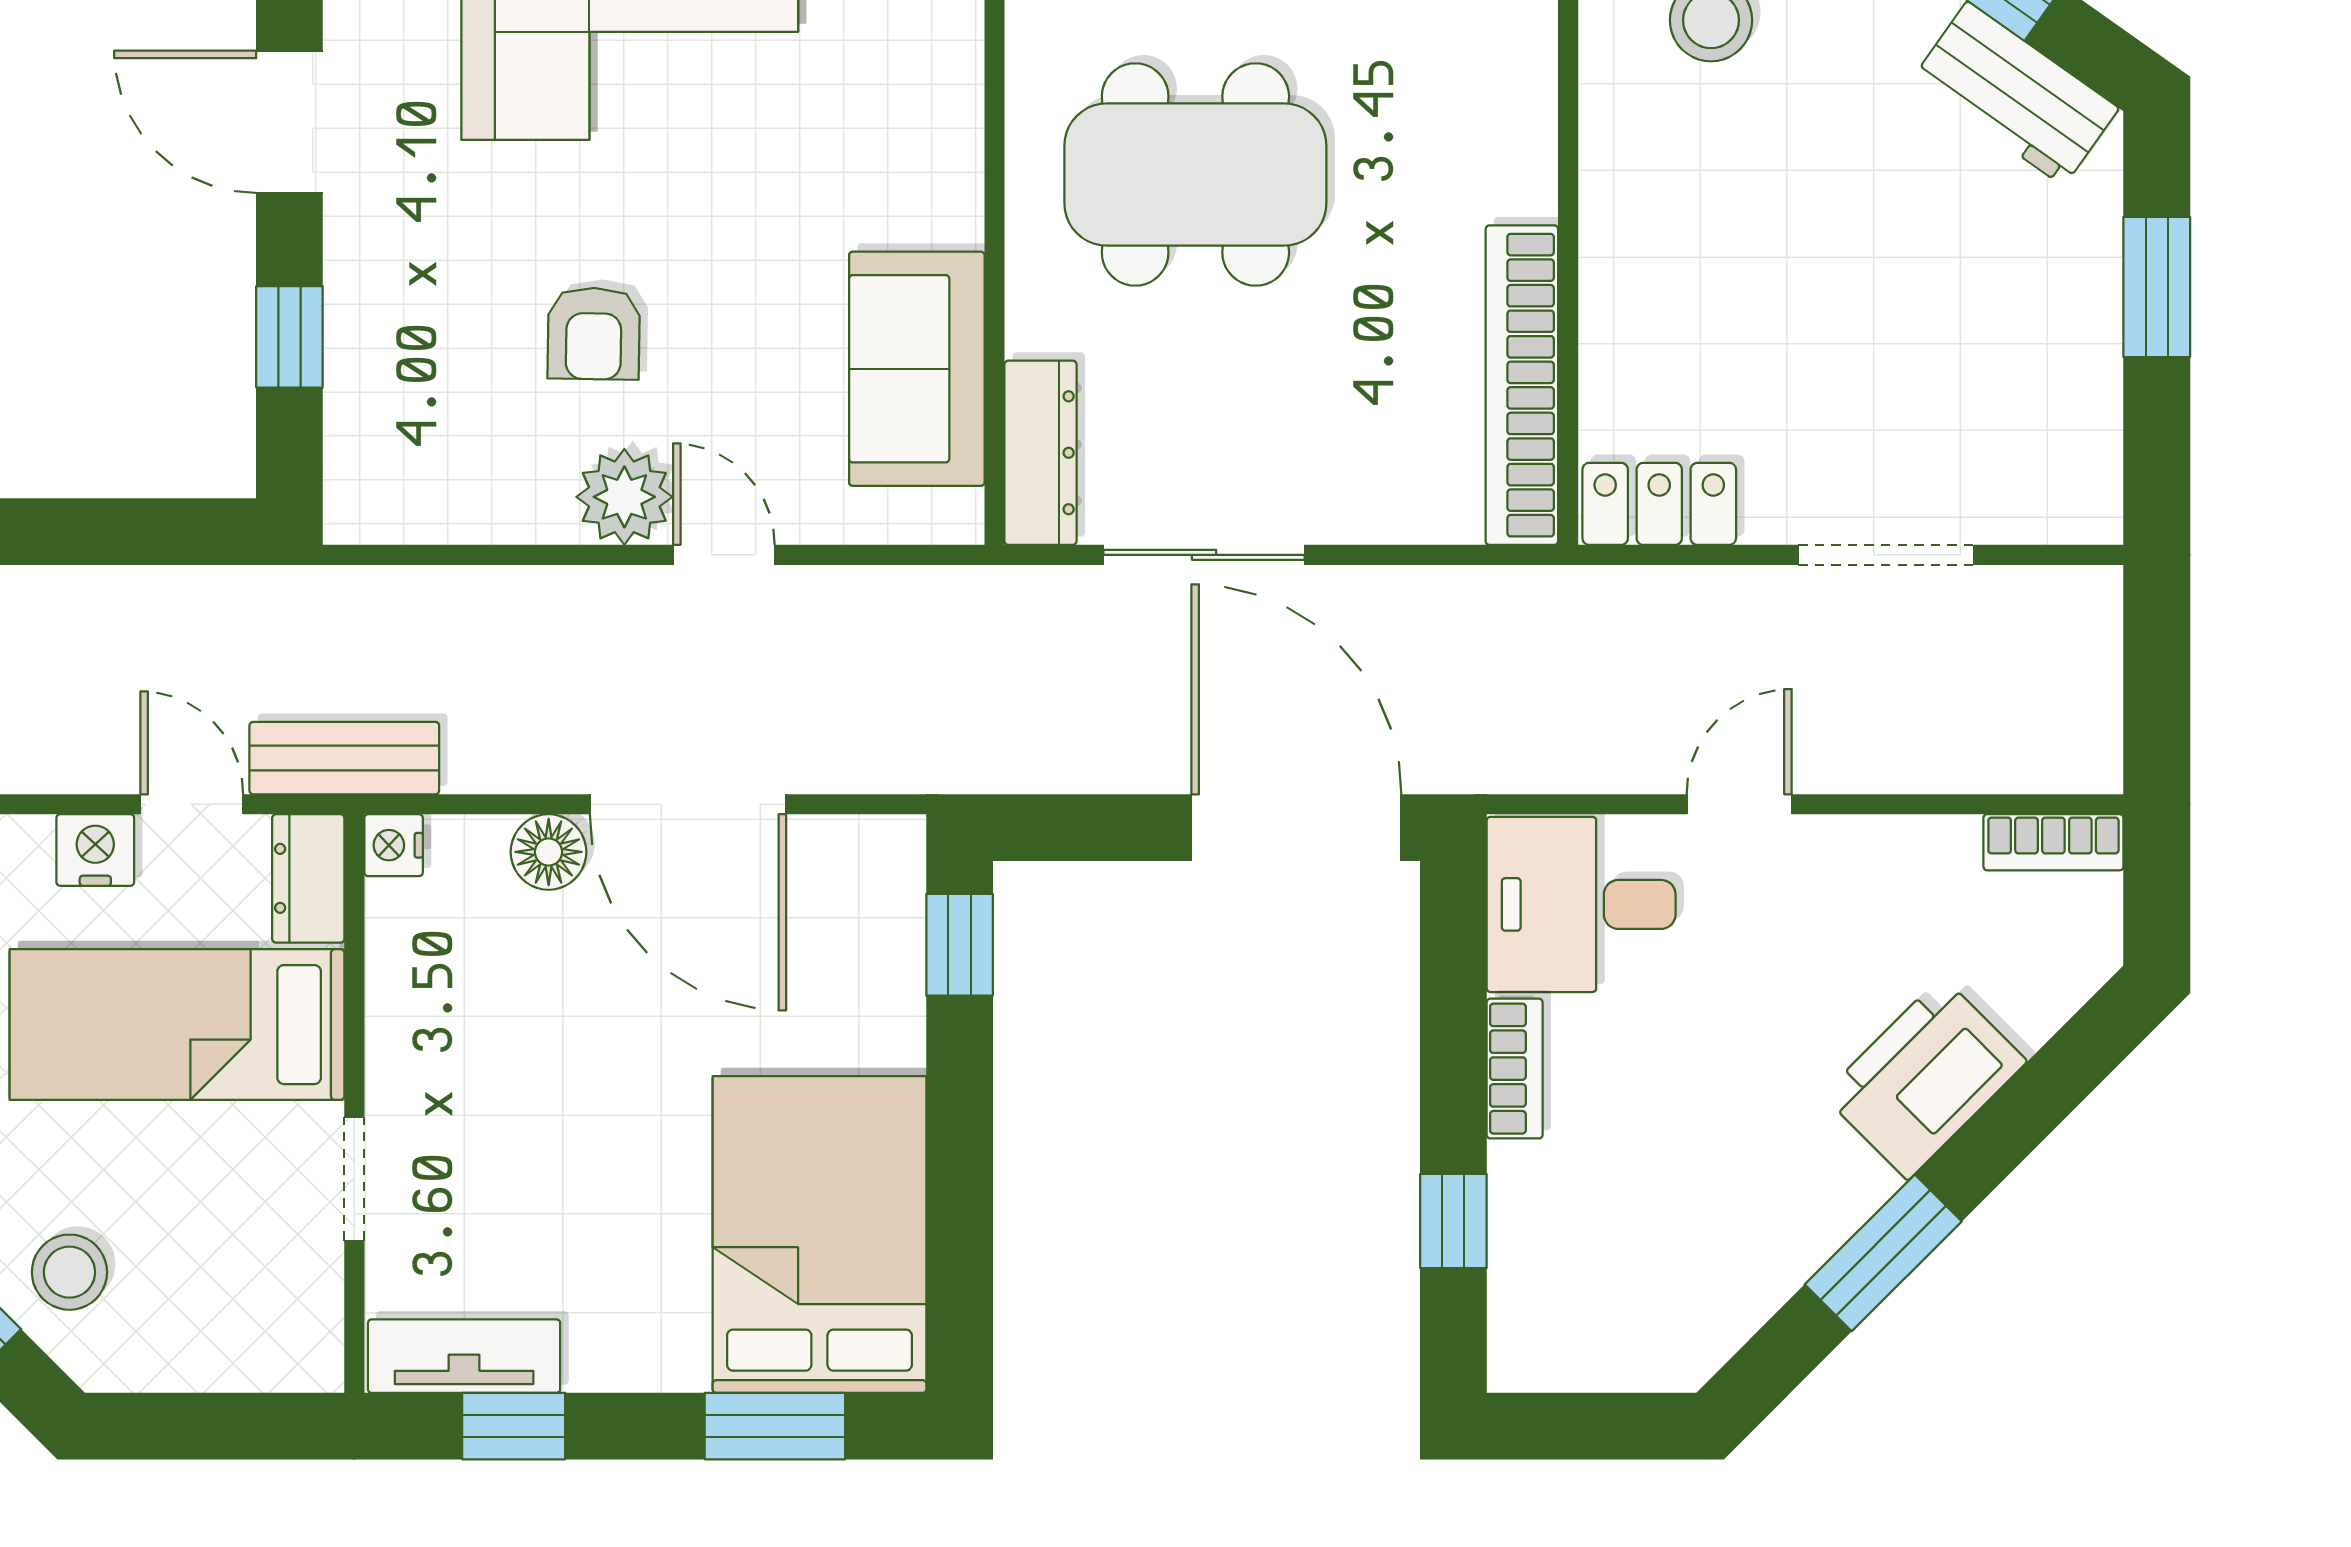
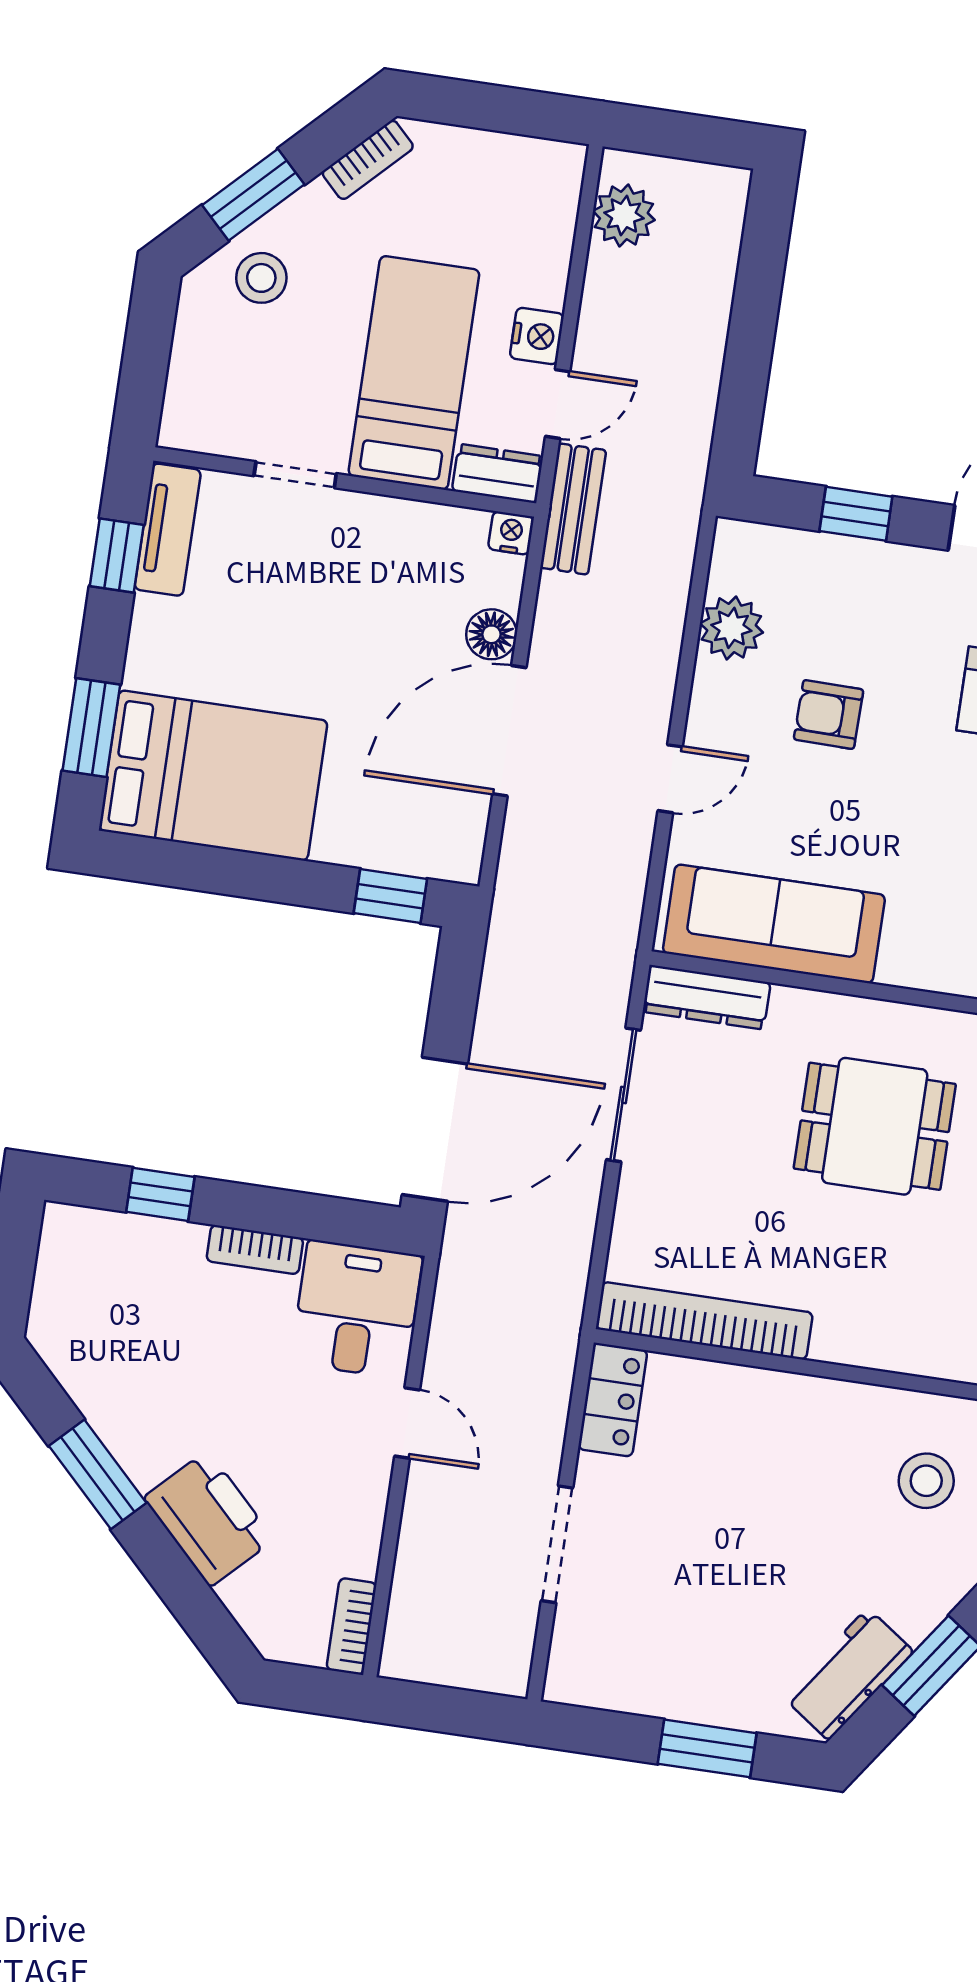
dining table: (1195, 175) -> (875, 1126), width x0.73
sofa: (917, 369) -> (774, 924), width x1.36
plant: (624, 497) -> (731, 628), moved

